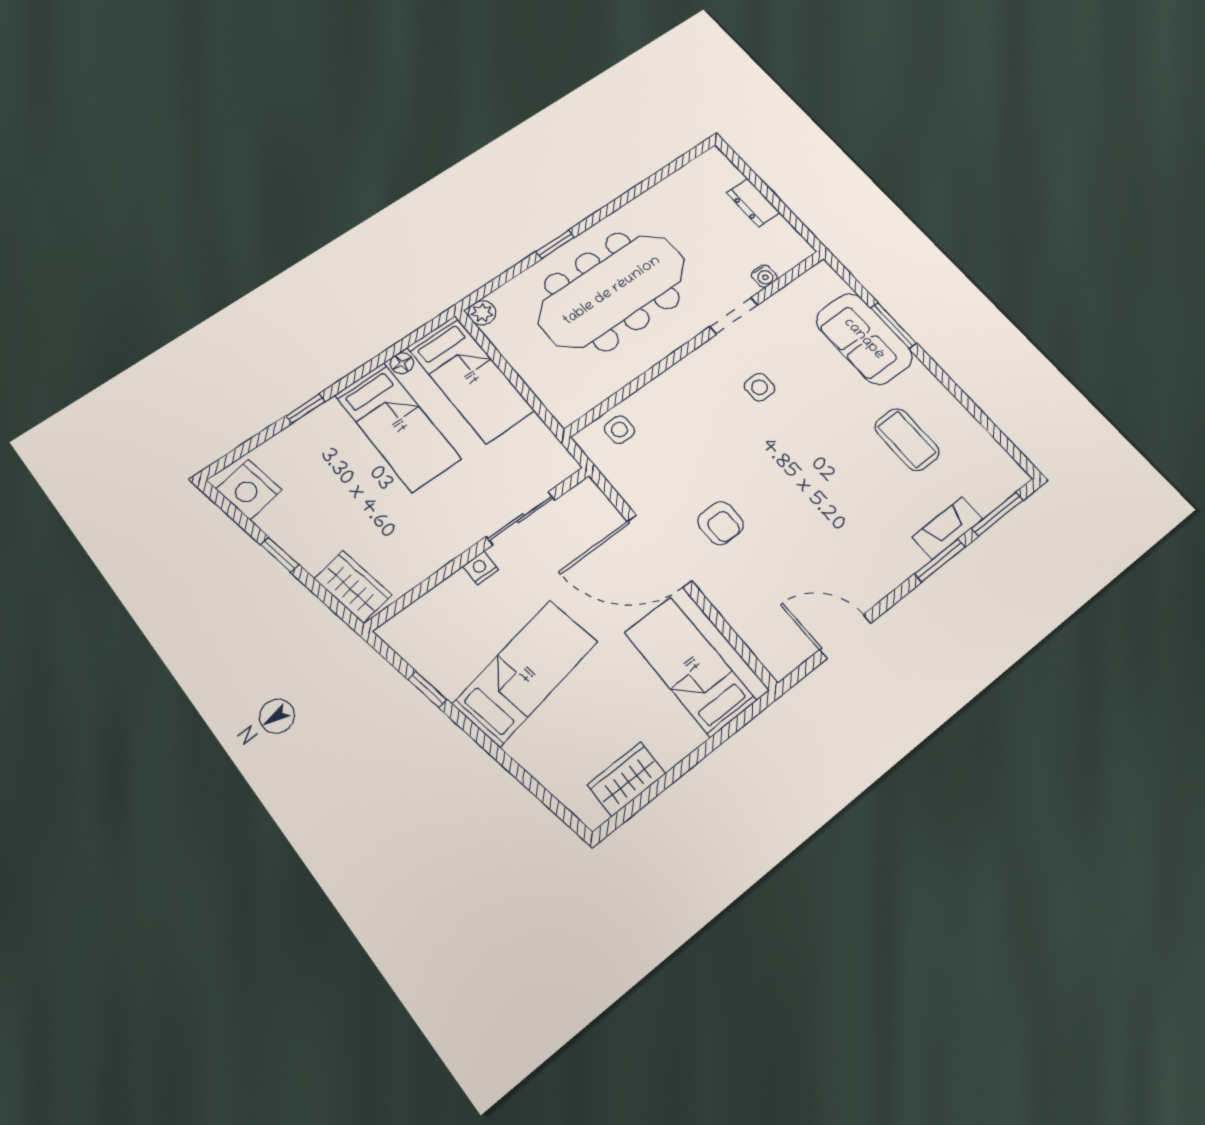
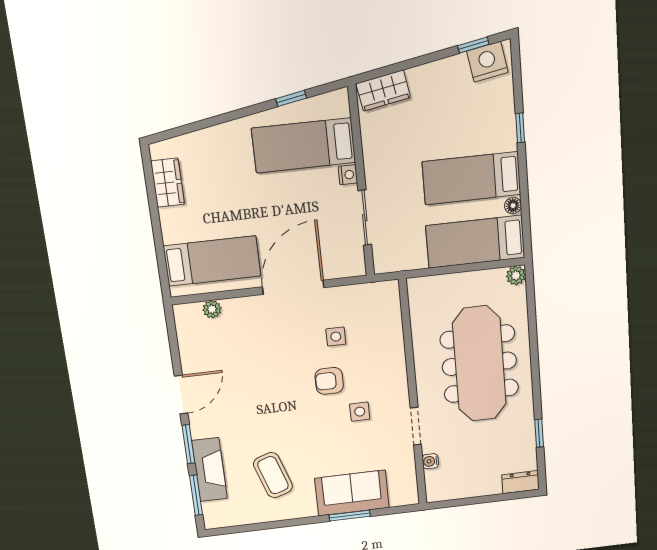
dresser: (753, 203) -> (520, 482), moved
window: (555, 244) -> (539, 433), moved
side table: (619, 430) -> (336, 337), moved
coffee table: (907, 440) -> (273, 475), turned 72
armchair: (721, 523) -> (329, 381), moved
fireplace: (948, 528) -> (210, 470), width x1.37, depth x1.32
window: (280, 555) -> (473, 45), moved
plant: (751, 631) -> (212, 309), added
door: (845, 637) -> (181, 395), moved
bed: (525, 673) -> (304, 145), moved, turned 100

